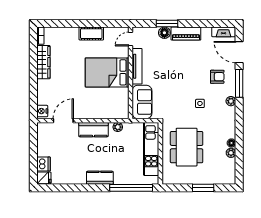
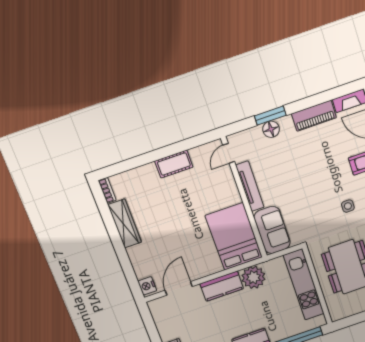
piano: (186, 34) -> (314, 116), moved
bed: (107, 72) -> (234, 236), moved, turned 90
plant: (118, 127) -> (253, 277), width x1.88, depth x1.88

